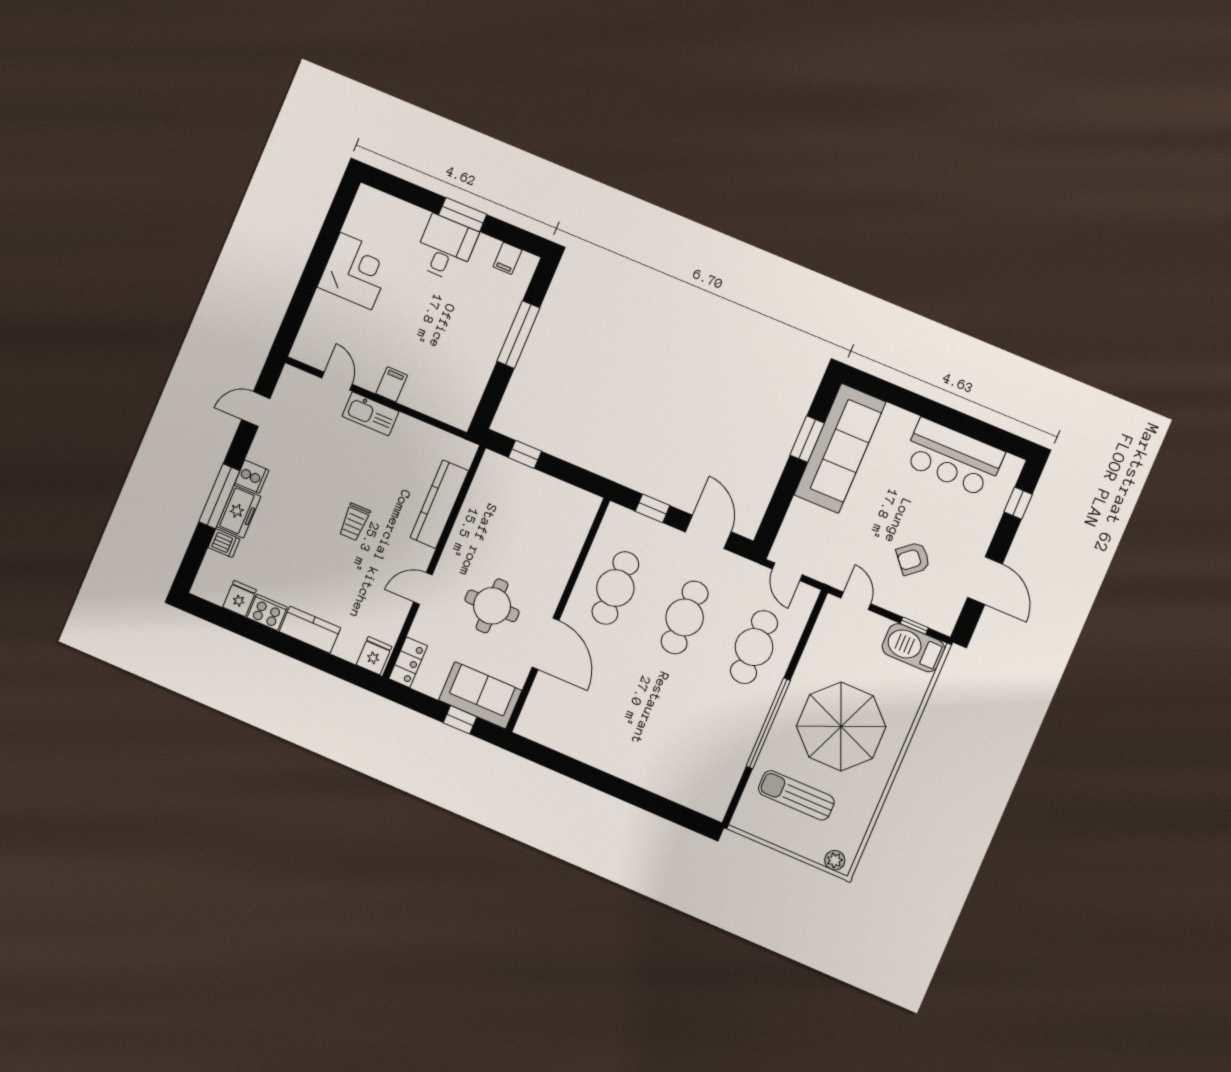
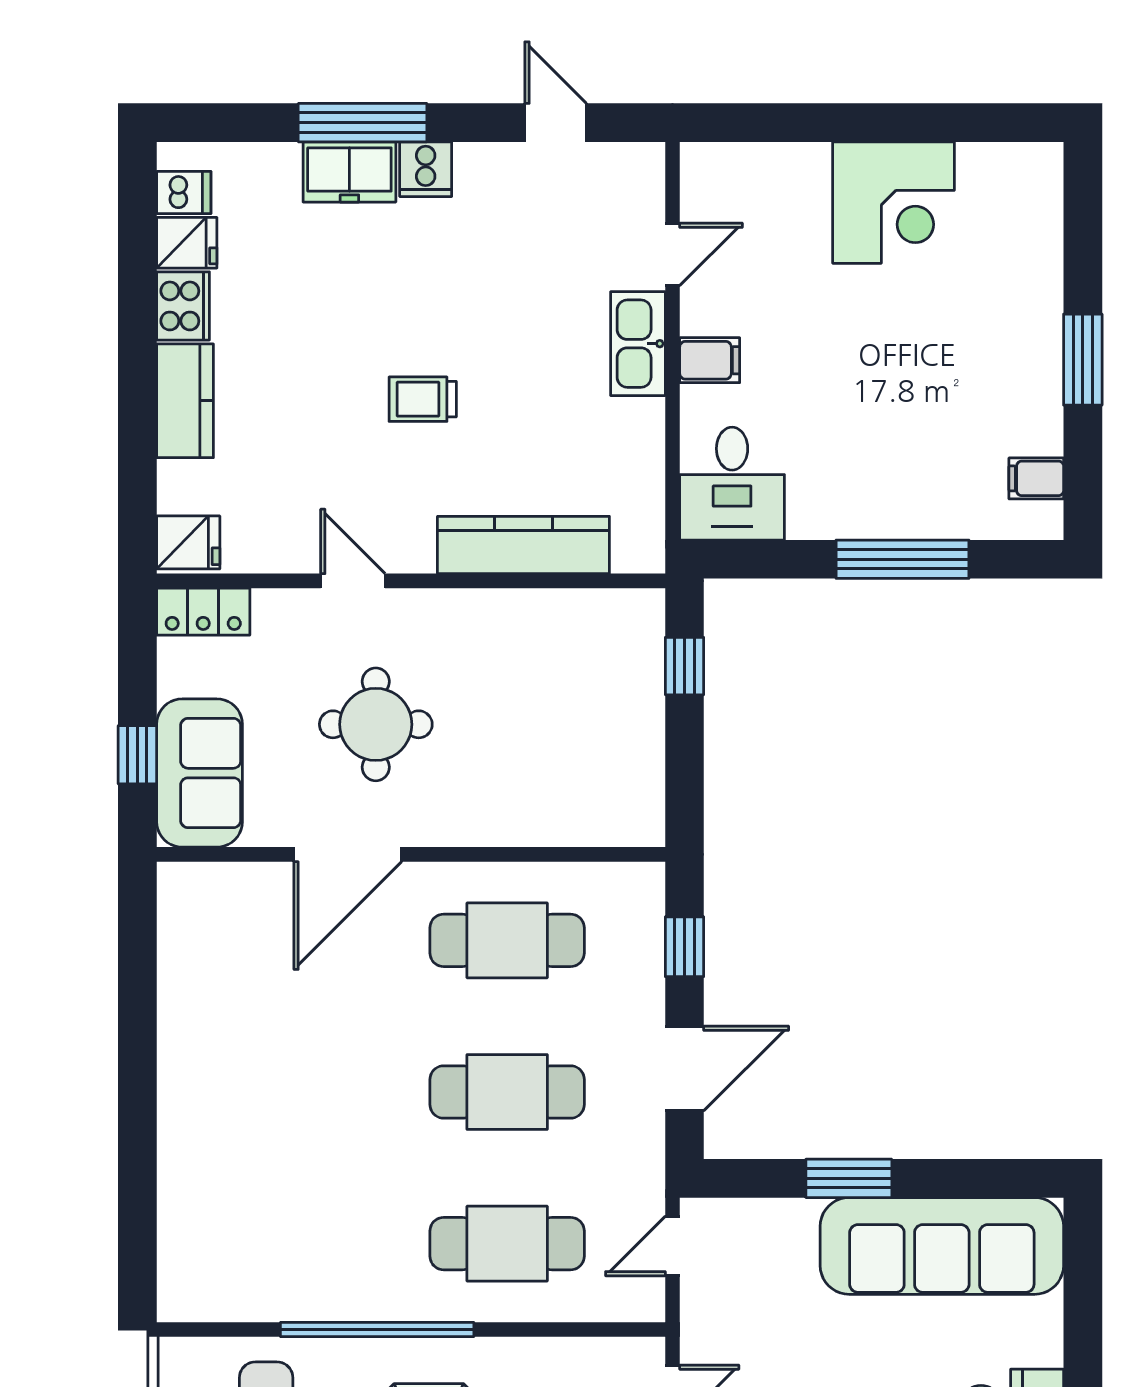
desk: (445, 248) -> (732, 484), moved, turned 90
window: (807, 439) -> (849, 1178), moved
dishwasher: (224, 543) -> (184, 193), moved, turned -90

